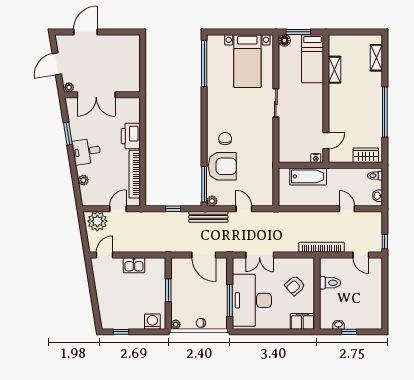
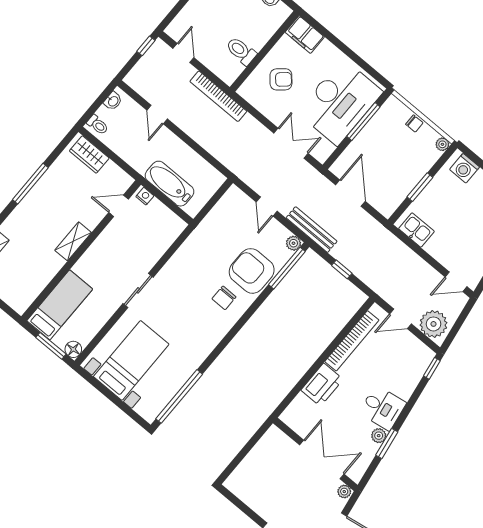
shelving: (335, 70) -> (73, 241), moved
window: (385, 112) -> (30, 184), width x0.68
plant: (83, 180) -> (379, 436), moved
window: (78, 196) -> (432, 368), added
kitchen sink: (134, 265) -> (416, 230), moved

